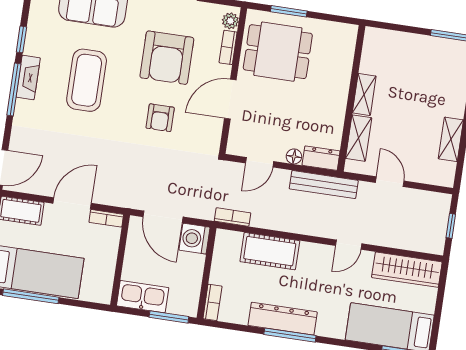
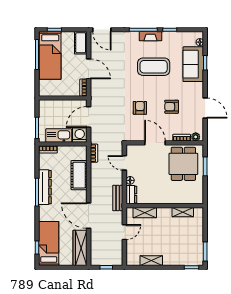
armchair: (167, 58) -> (172, 107), width x0.53, depth x0.53
shelving: (364, 94) -> (183, 212), moved
armchair: (160, 118) -> (140, 108), turned 90
bench: (324, 185) -> (118, 198), width x0.73
door: (349, 245) -> (89, 216), width x1.88
kitchen sink: (143, 297) -> (59, 135), moved, turned -90

